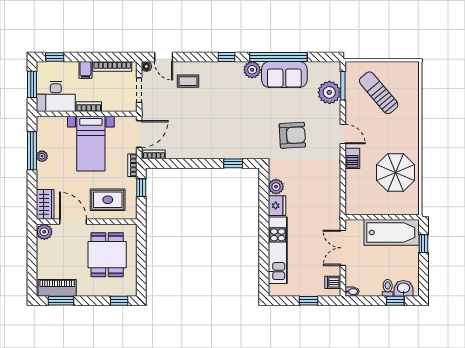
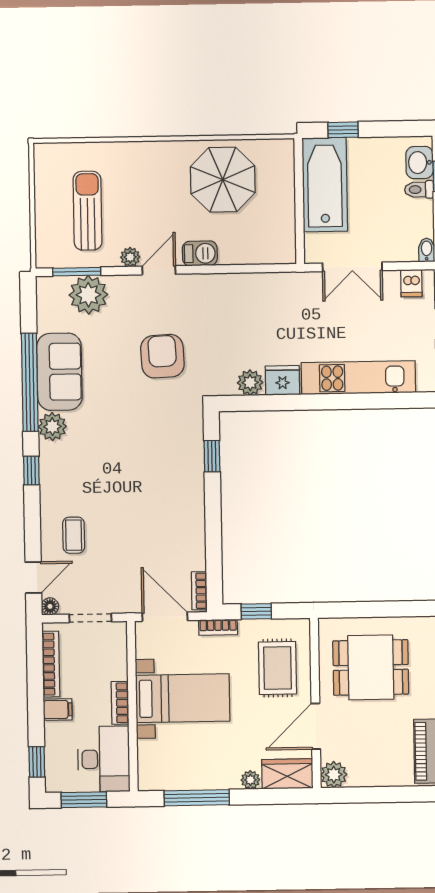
sun lounger: (379, 93) -> (87, 211), turned 130
plant: (351, 117) -> (130, 257), added
plant: (42, 156) -> (250, 780), moved

